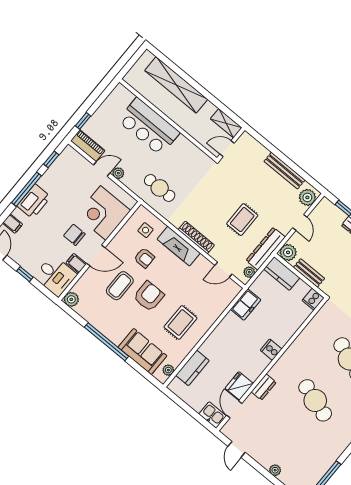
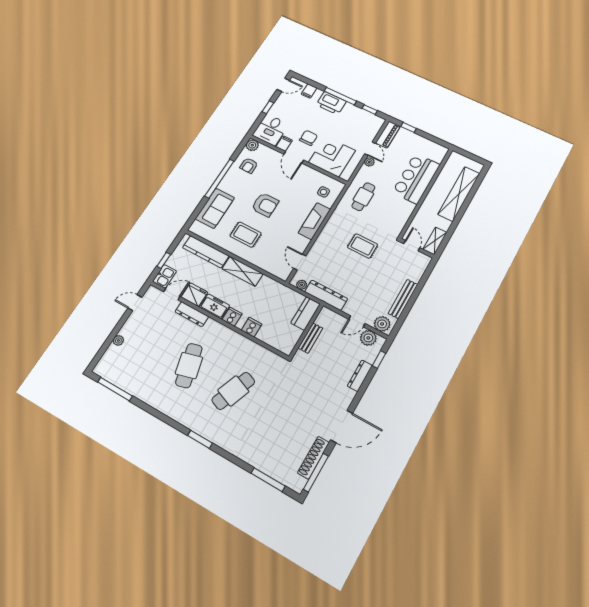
rug: (242, 220) -> (363, 246), moved
shoe rack: (196, 237) -> (325, 234), removed
plant: (288, 252) -> (368, 338), moved
armchair: (144, 258) -> (249, 165), moved
coffee table: (120, 286) -> (270, 180), removed
cooker: (313, 299) -> (252, 327), moved, turned 90
freezer: (246, 305) -> (215, 306), moved, turned 180
shelving: (222, 332) -> (243, 271), added
kitchen counter: (192, 368) -> (206, 252), width x1.50
plant: (168, 370) -> (201, 232), removed
dresser: (264, 387) -> (192, 314), width x1.44
cafe table: (315, 400) -> (189, 366), turned -33
window: (194, 414) -> (164, 260), added

